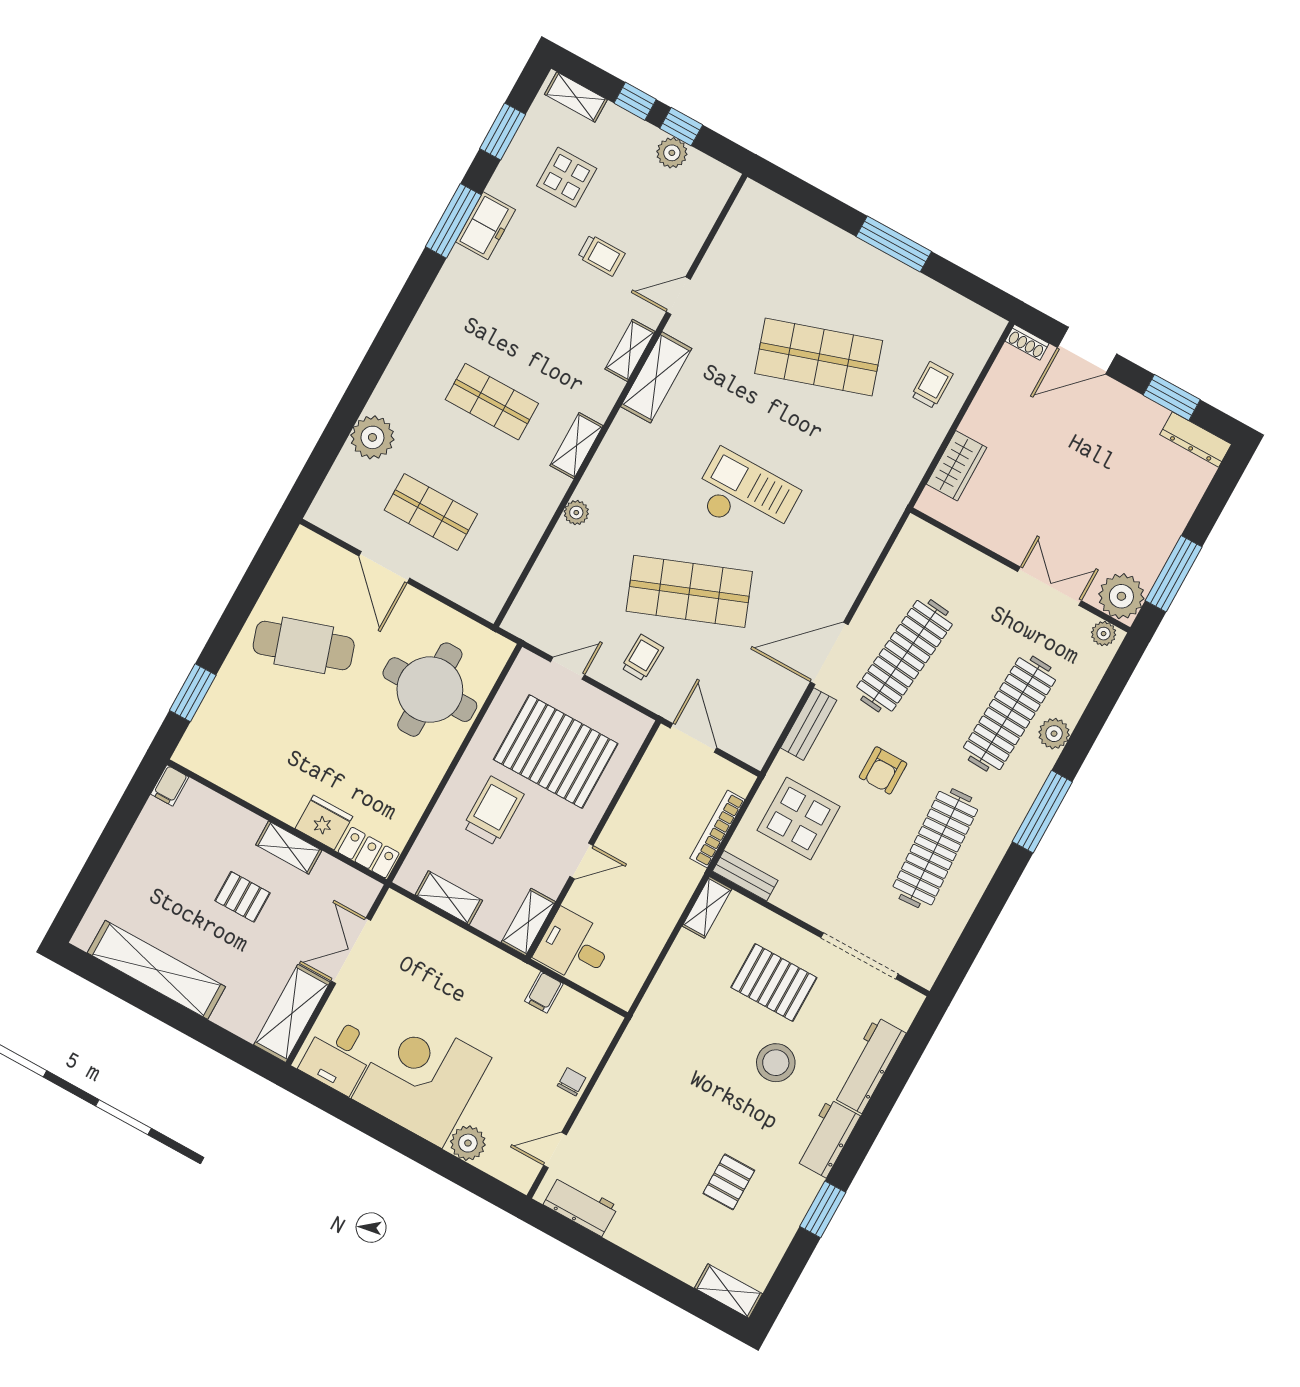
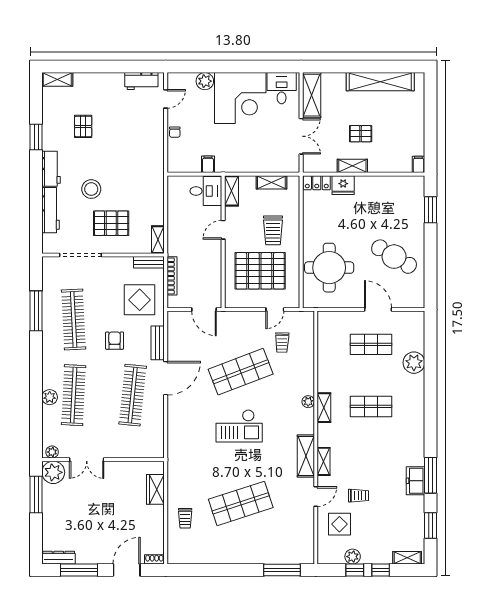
display table: (567, 177) -> (339, 524), moved
window: (894, 244) -> (282, 570), moved
trolley: (601, 255) -> (359, 496), turned 180
window: (1172, 397) -> (79, 570), width x1.44
plant: (576, 513) -> (308, 402), moved
cafe table: (304, 645) -> (394, 257), turned 49
trolley: (642, 658) -> (282, 343), moved
window: (1042, 812) -> (36, 311), moved

